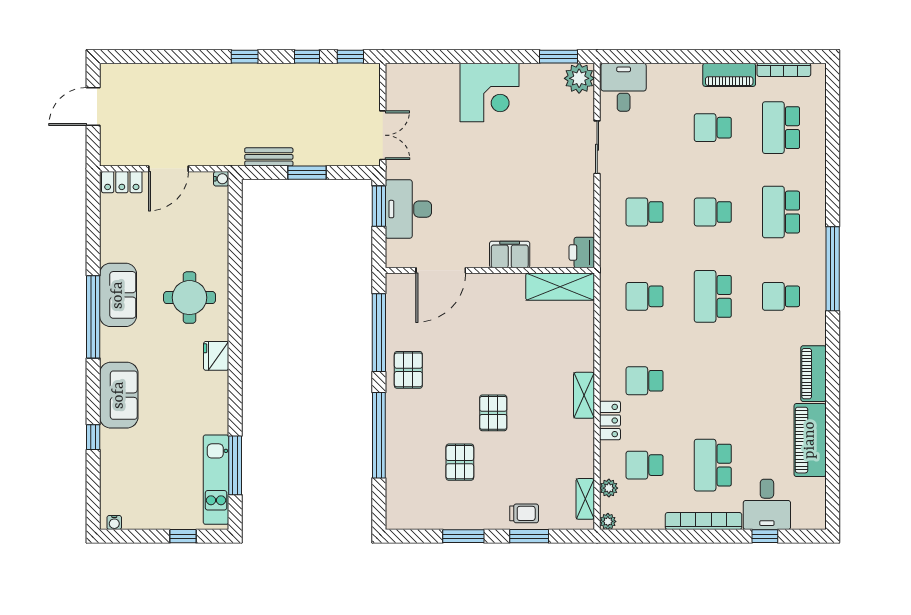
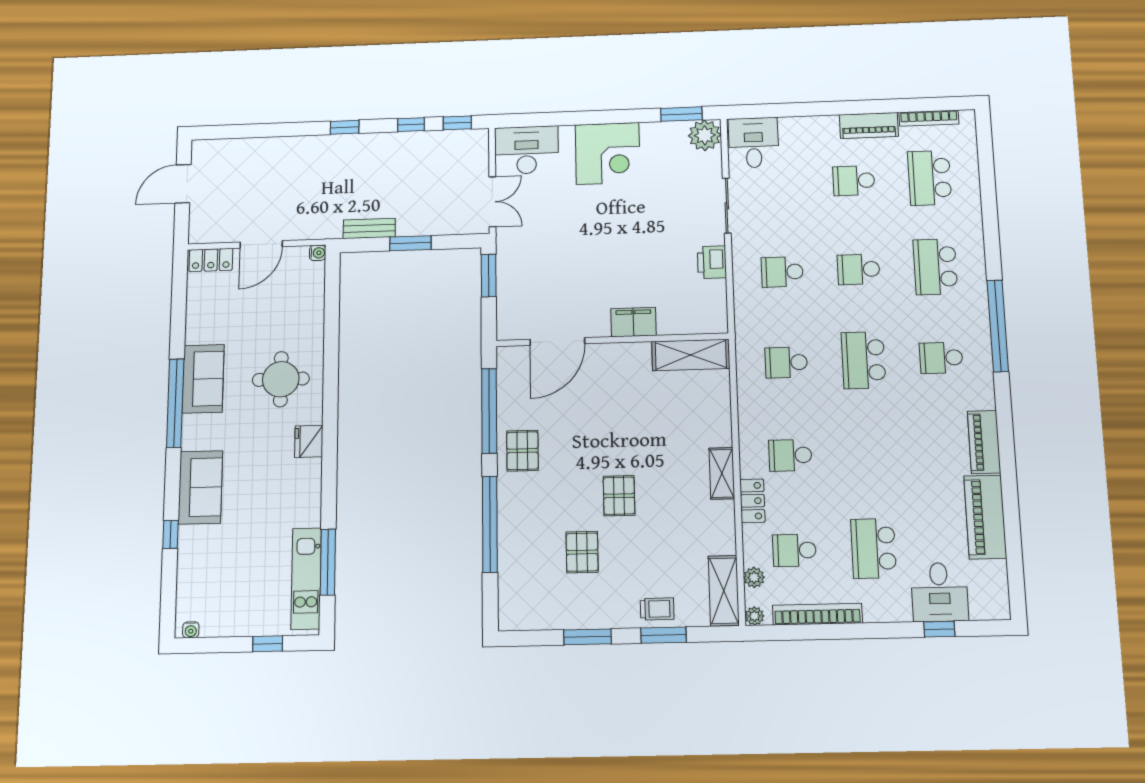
desk: (408, 209) -> (526, 150), moved, turned 90
printer: (582, 253) -> (712, 262), moved
shelving: (585, 499) -> (724, 591), width x1.50, depth x1.33
bookcase: (704, 521) -> (817, 614), moved

